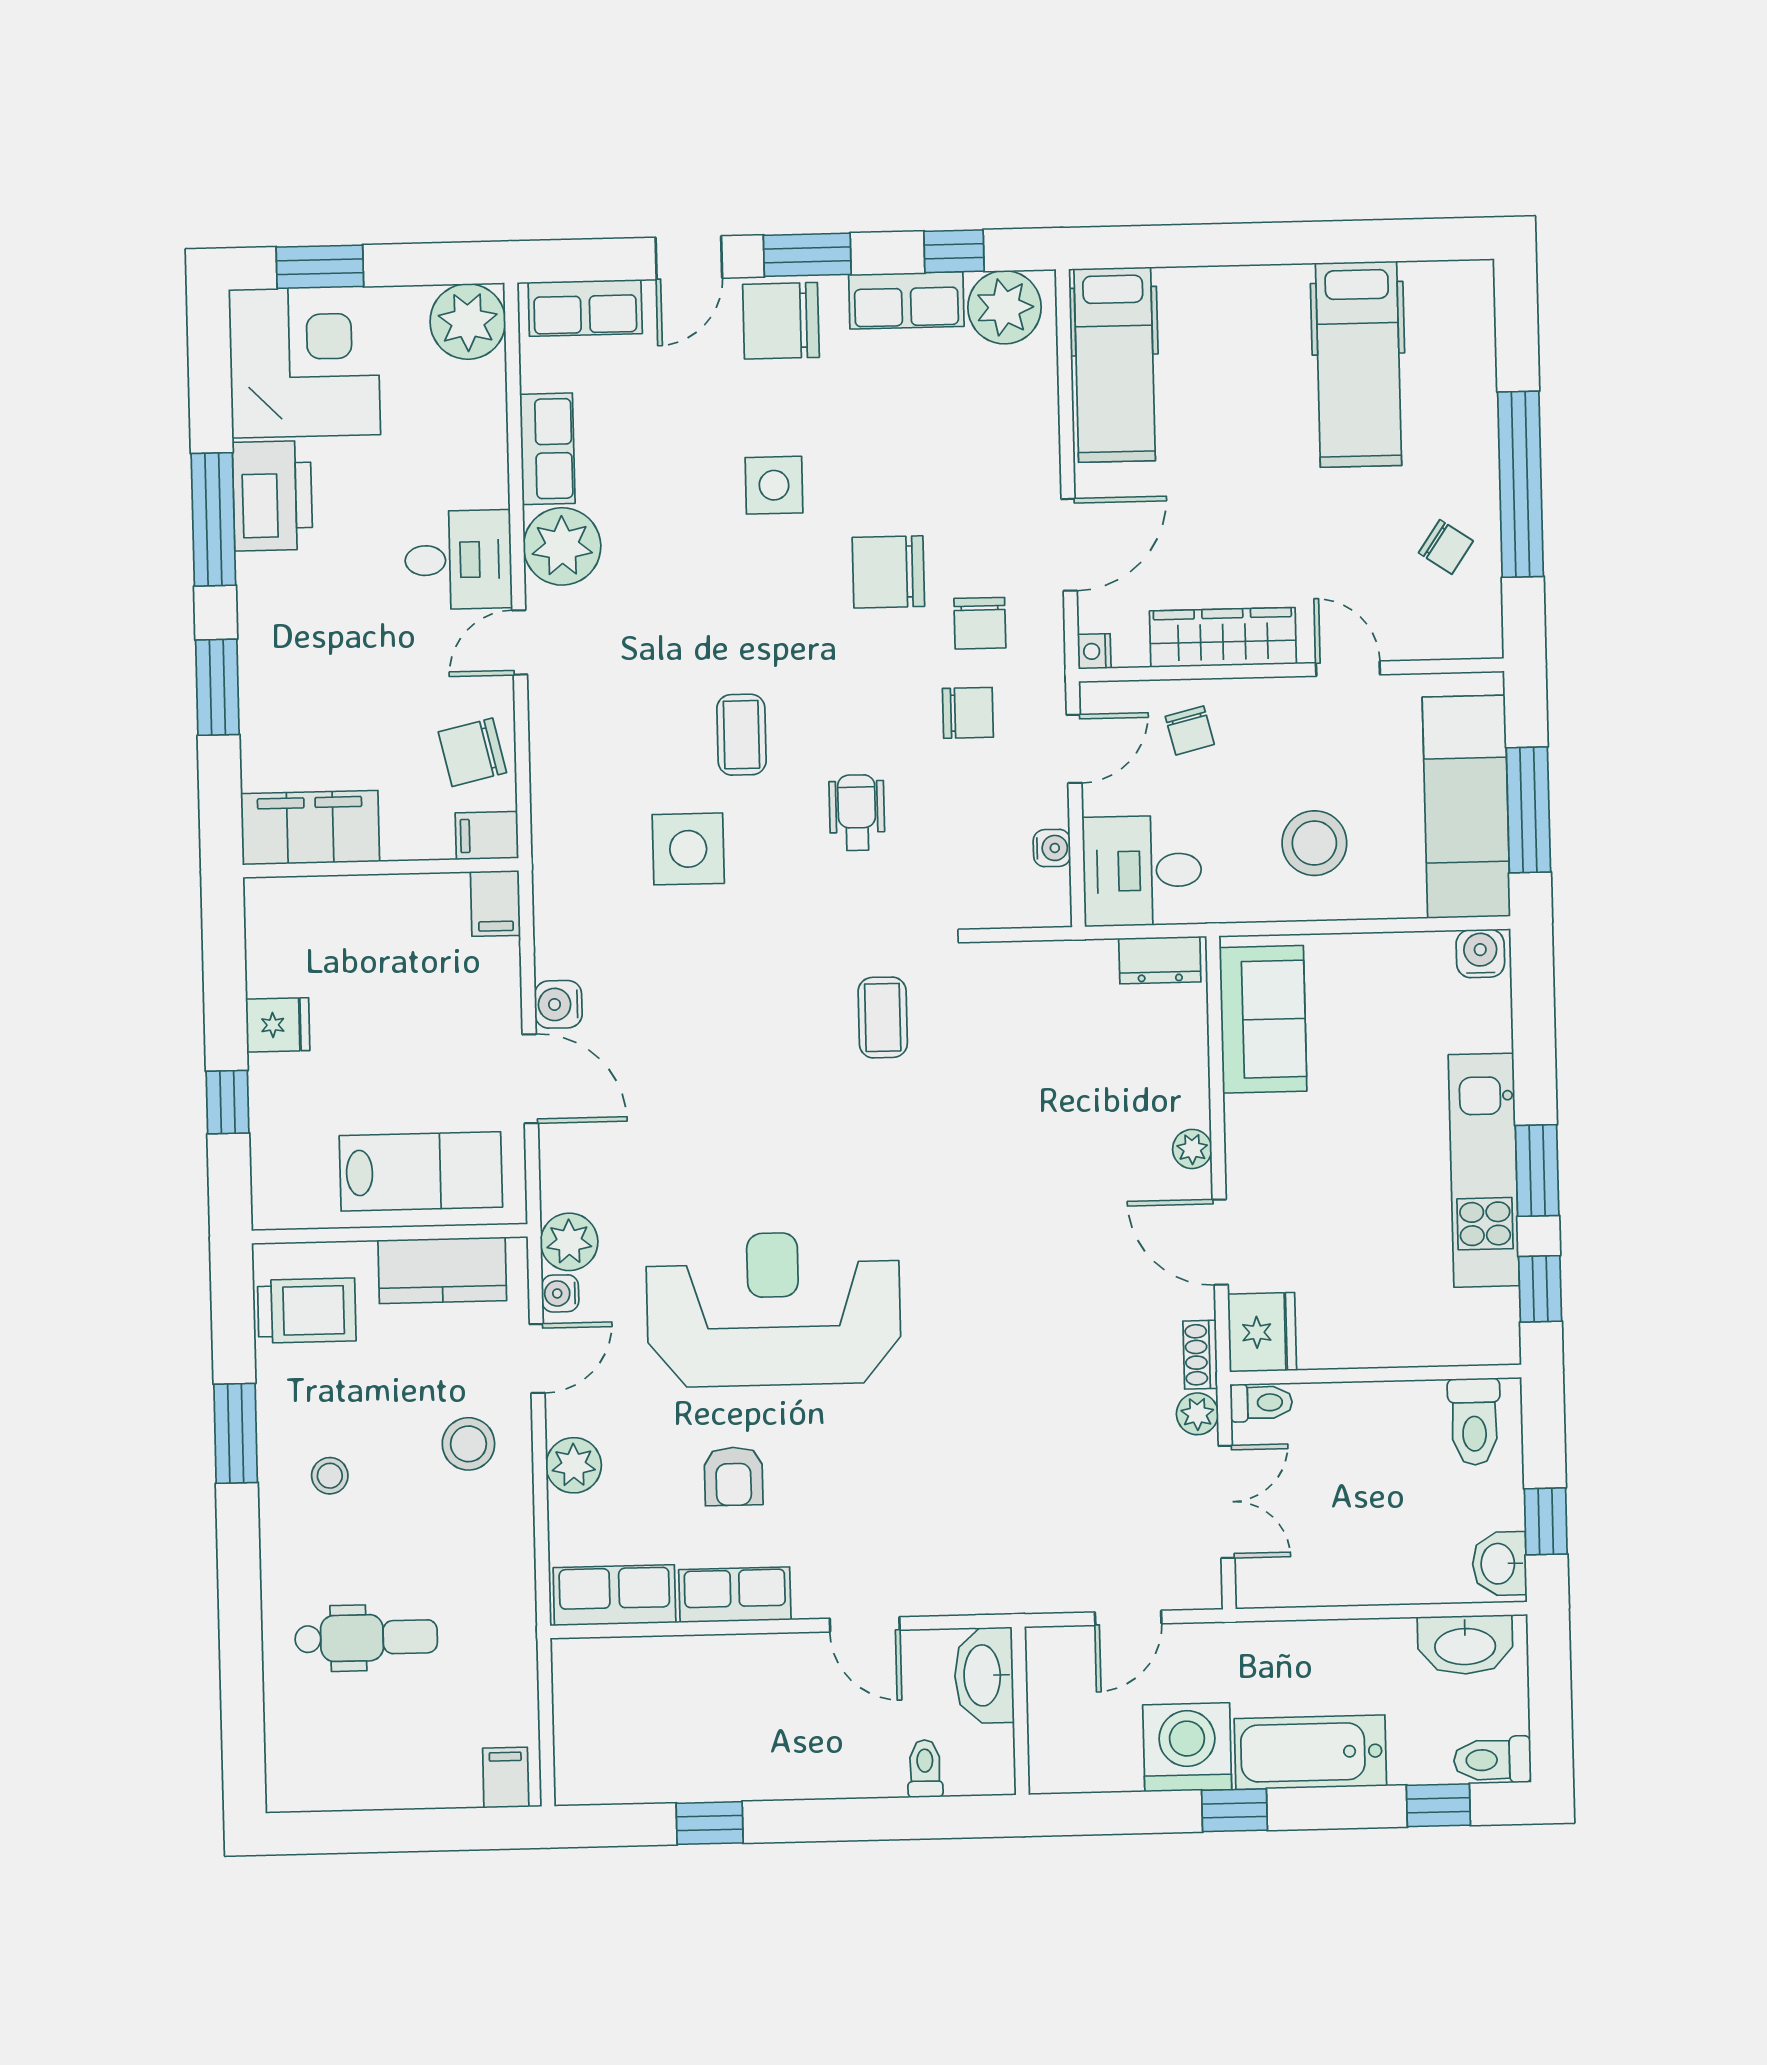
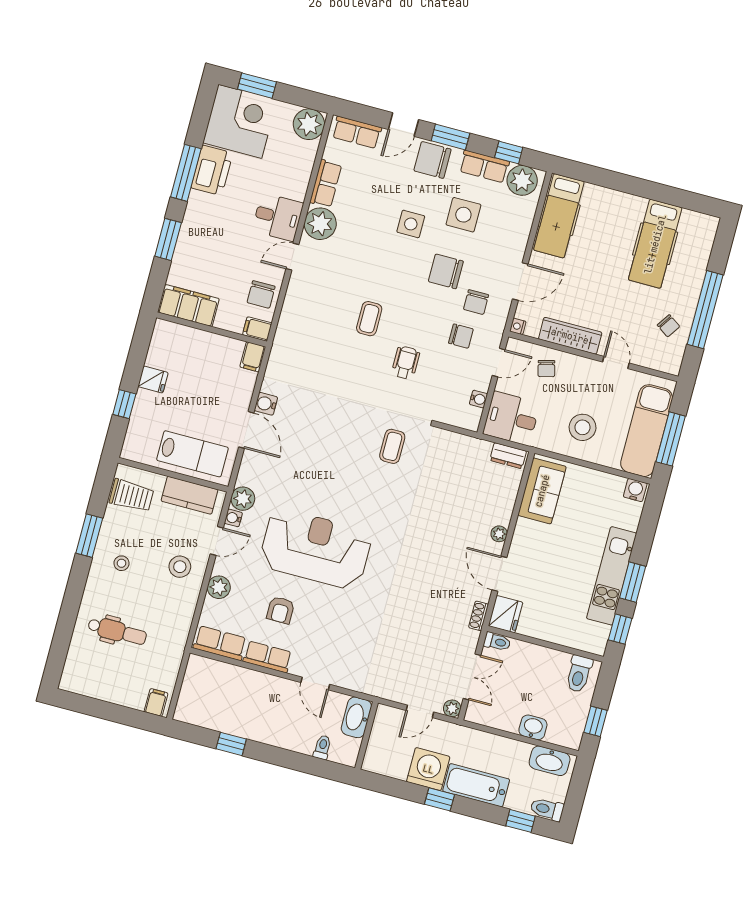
chair: (472, 752) -> (261, 294), turned -77
side table: (688, 849) -> (463, 215), moved
plant: (1197, 1414) -> (452, 708), moved
washbasin: (1499, 1564) -> (533, 727), moved, turned 90

